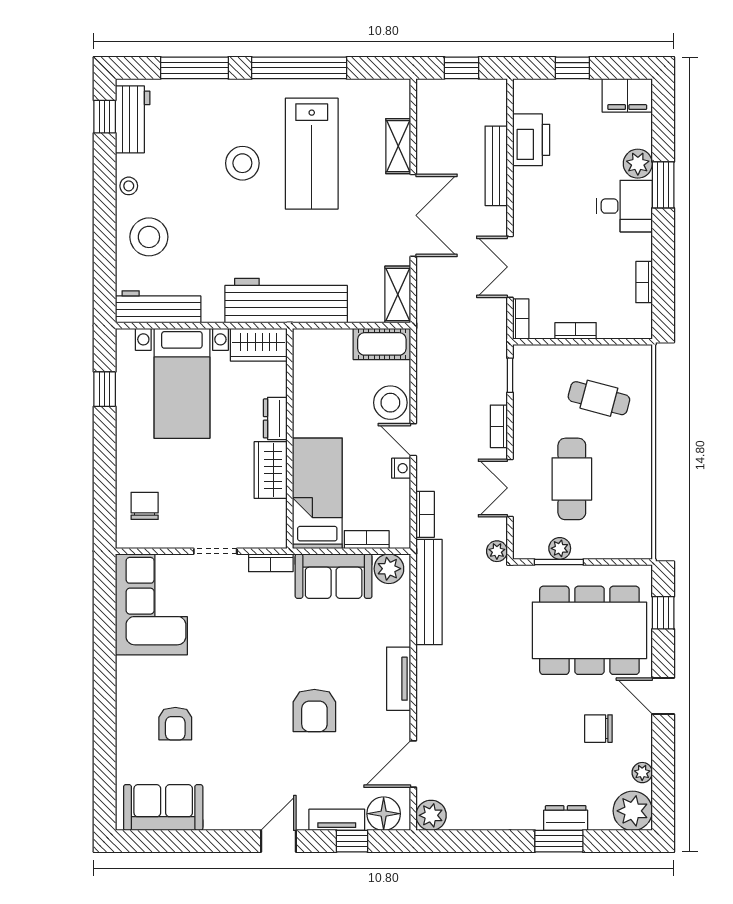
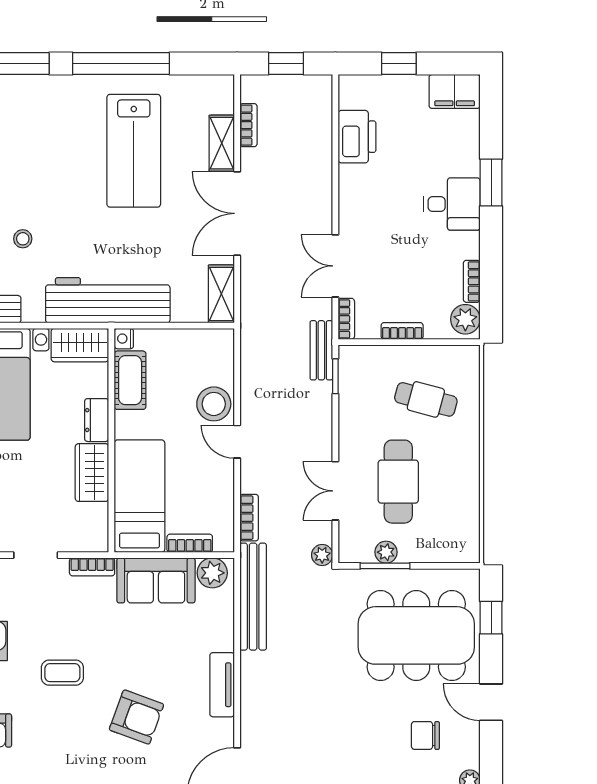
stool: (242, 163) -> (23, 239), moved, width x0.53, depth x0.53
plant: (638, 164) -> (465, 319), moved
bench: (496, 166) -> (321, 350), moved, width x0.73
double door: (413, 215) -> (237, 213), swing flipped
cot: (382, 344) -> (130, 380), moved, turned 90
bookcase: (499, 426) -> (248, 125), moved, turned 180
nightstand: (401, 468) -> (124, 339), moved, turned 180
coffee table: (242, 667) -> (62, 673), added
armchair: (314, 710) -> (136, 717), turned -70

